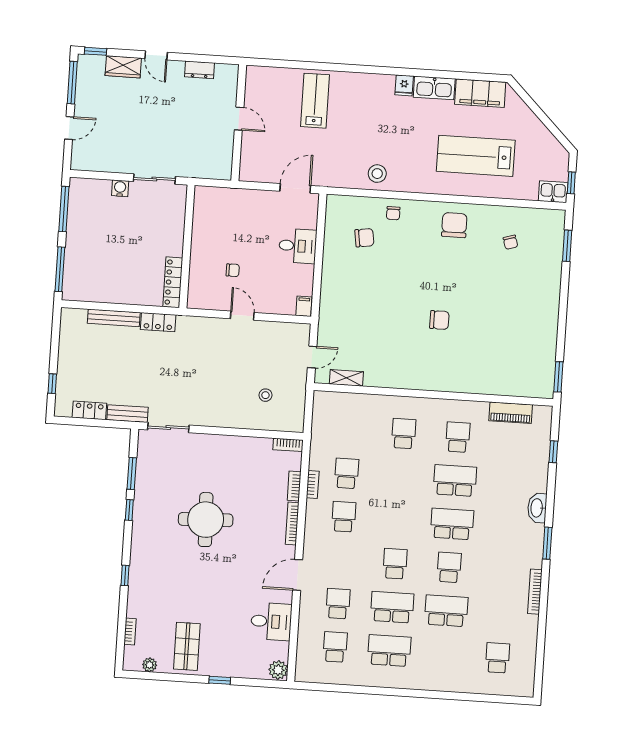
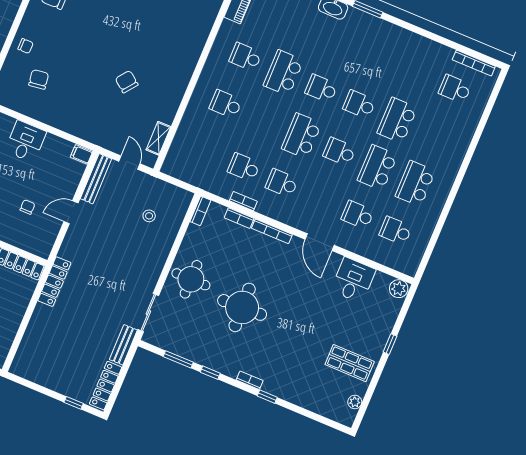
bench: (114, 318) -> (96, 179), moved
chair: (439, 320) -> (127, 82), moved, turned -52
locker: (158, 322) -> (54, 282), width x1.53
locker: (89, 410) -> (106, 386), width x1.53
round table: (216, 459) -> (191, 279), added
school desk: (398, 520) -> (302, 136), added
school desk: (452, 524) -> (321, 89), width x0.54
bookcase: (535, 592) -> (474, 63), moved
bookcase: (130, 632) -> (250, 380), moved

